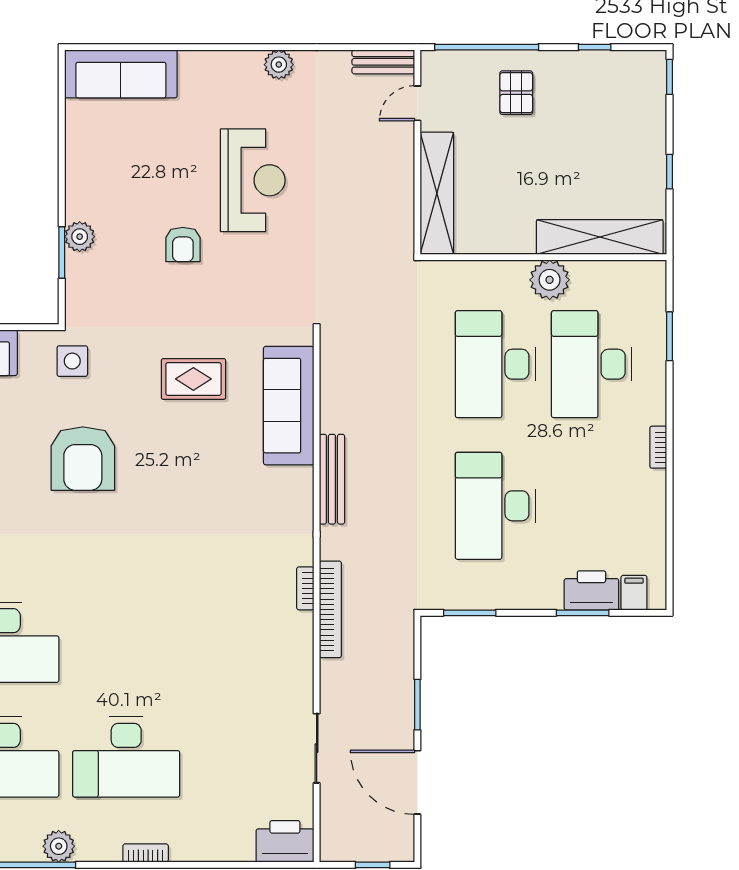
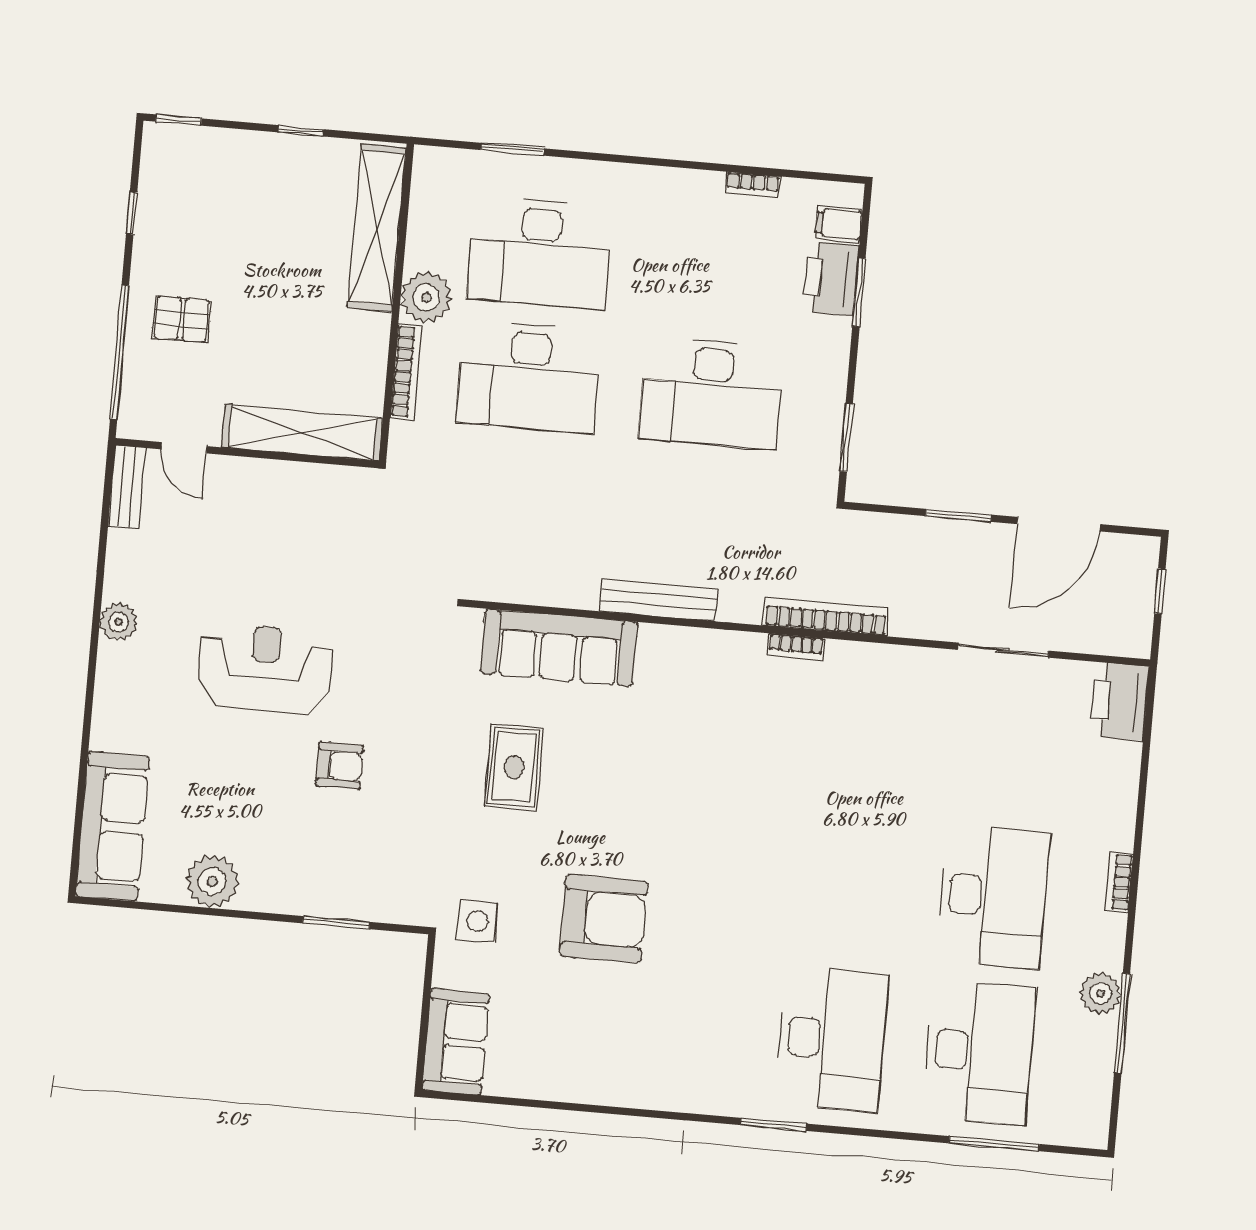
plant: (80, 237) -> (212, 881), moved, width x1.36, depth x1.36
bookcase: (491, 269) -> (406, 372), added
bookcase: (658, 447) -> (753, 185), moved

